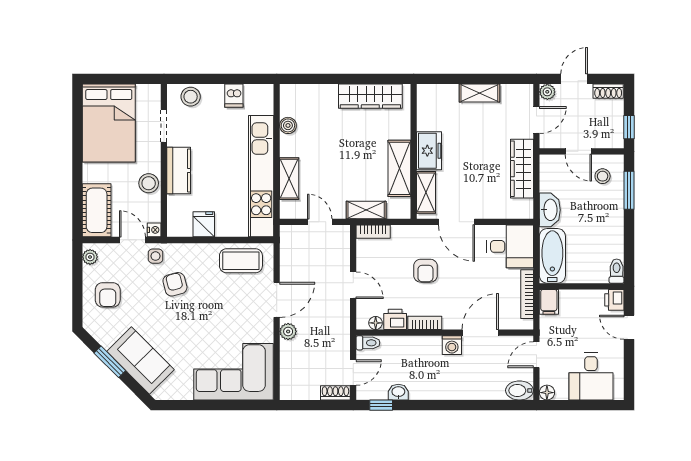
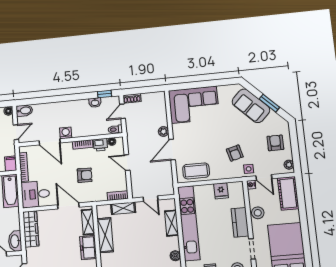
wardrobe: (522, 169) -> (31, 229), moved
washbasin: (550, 210) -> (15, 241), moved
armchair: (425, 271) -> (85, 175), turned 91
door: (480, 333) -> (50, 142), hinge flipped

